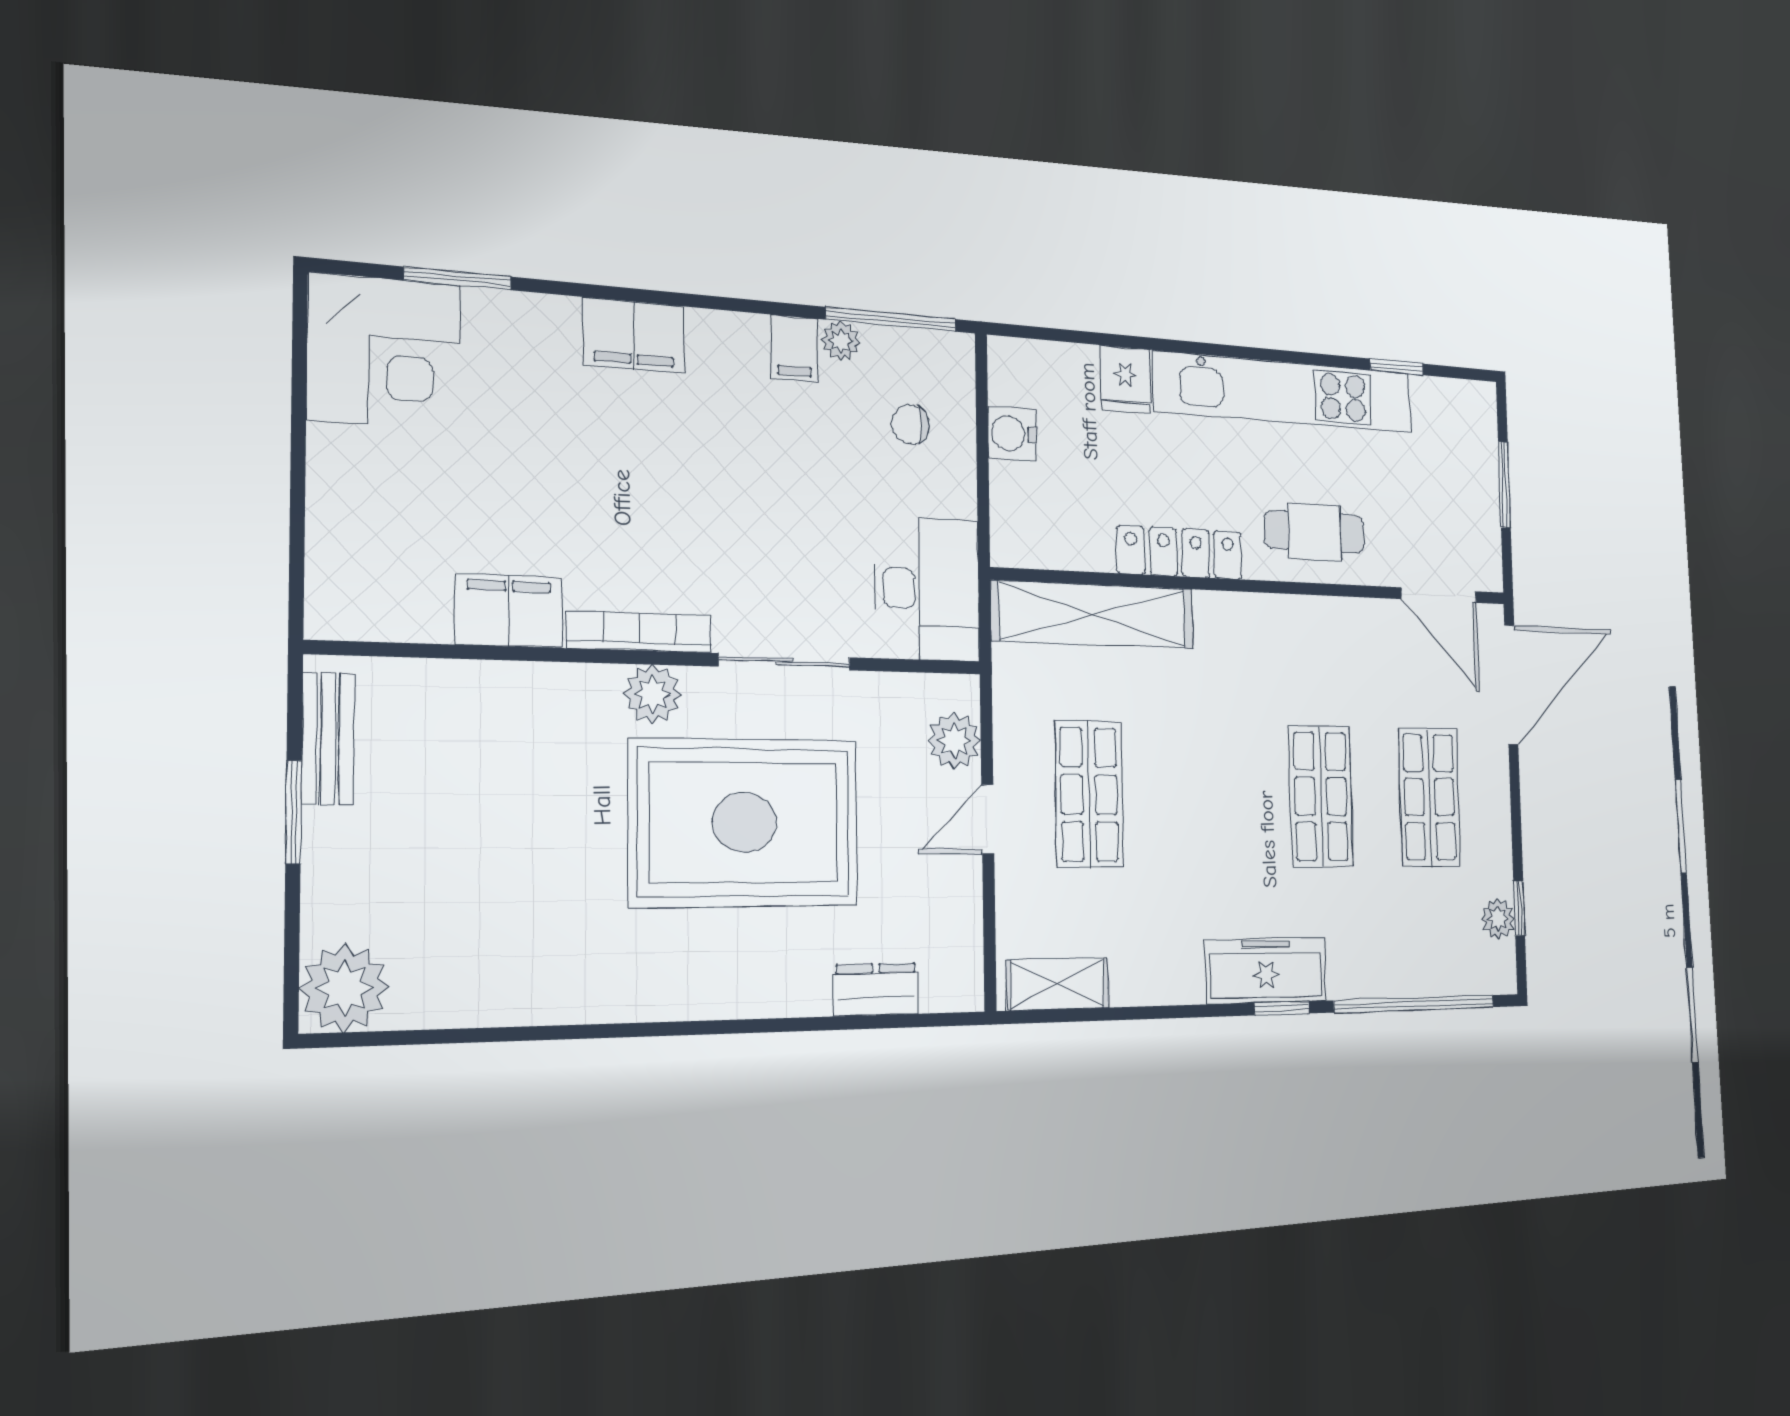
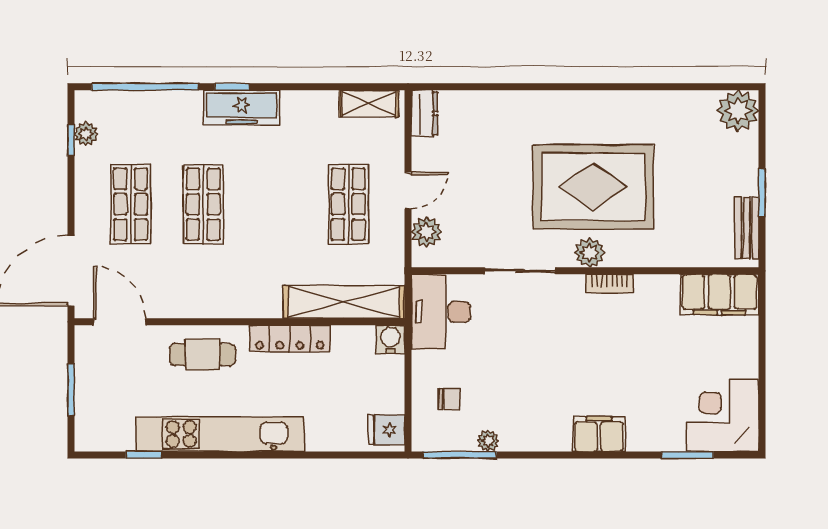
filing cabinet: (794, 349) -> (514, 435), removed
fridge: (1125, 379) -> (387, 430), moved, turned -90
water cooler: (1012, 434) -> (390, 339), moved, turned -90
filing cabinet: (509, 611) -> (719, 295), moved, width x1.50, depth x1.17
bookcase: (640, 632) -> (609, 284), width x0.64
rug: (744, 822) -> (593, 187), moved
dresser: (876, 989) -> (425, 113), moved, turned -90

